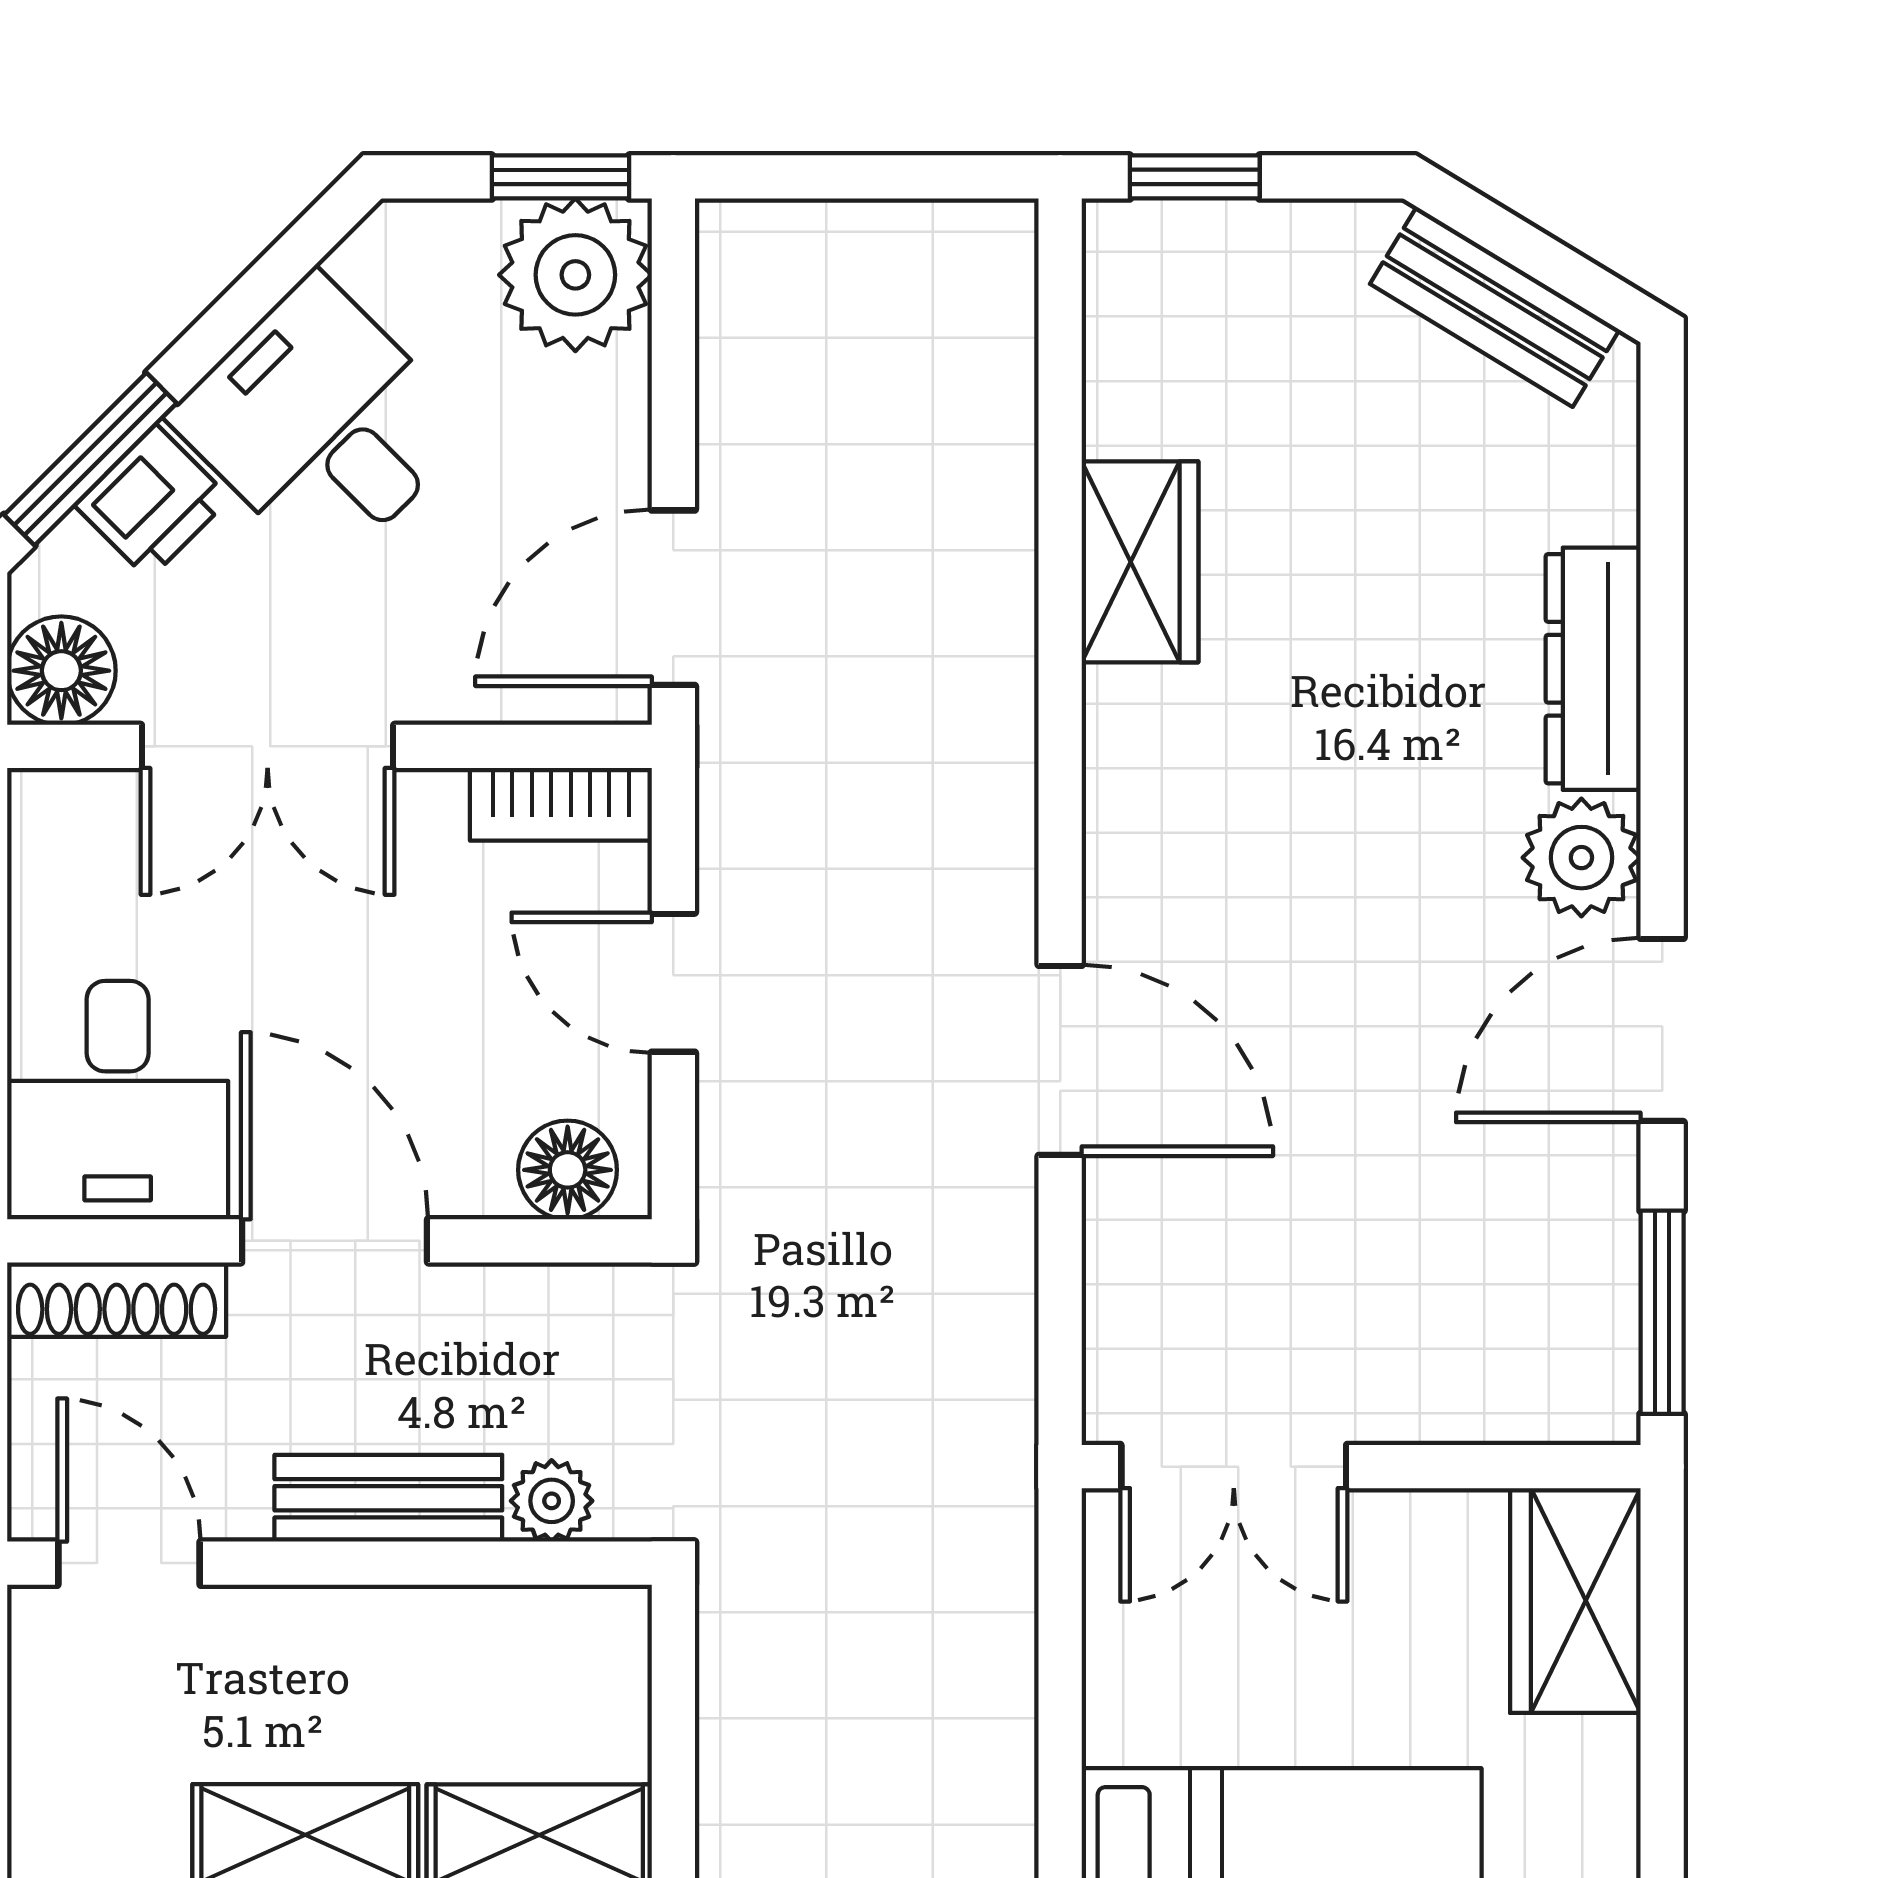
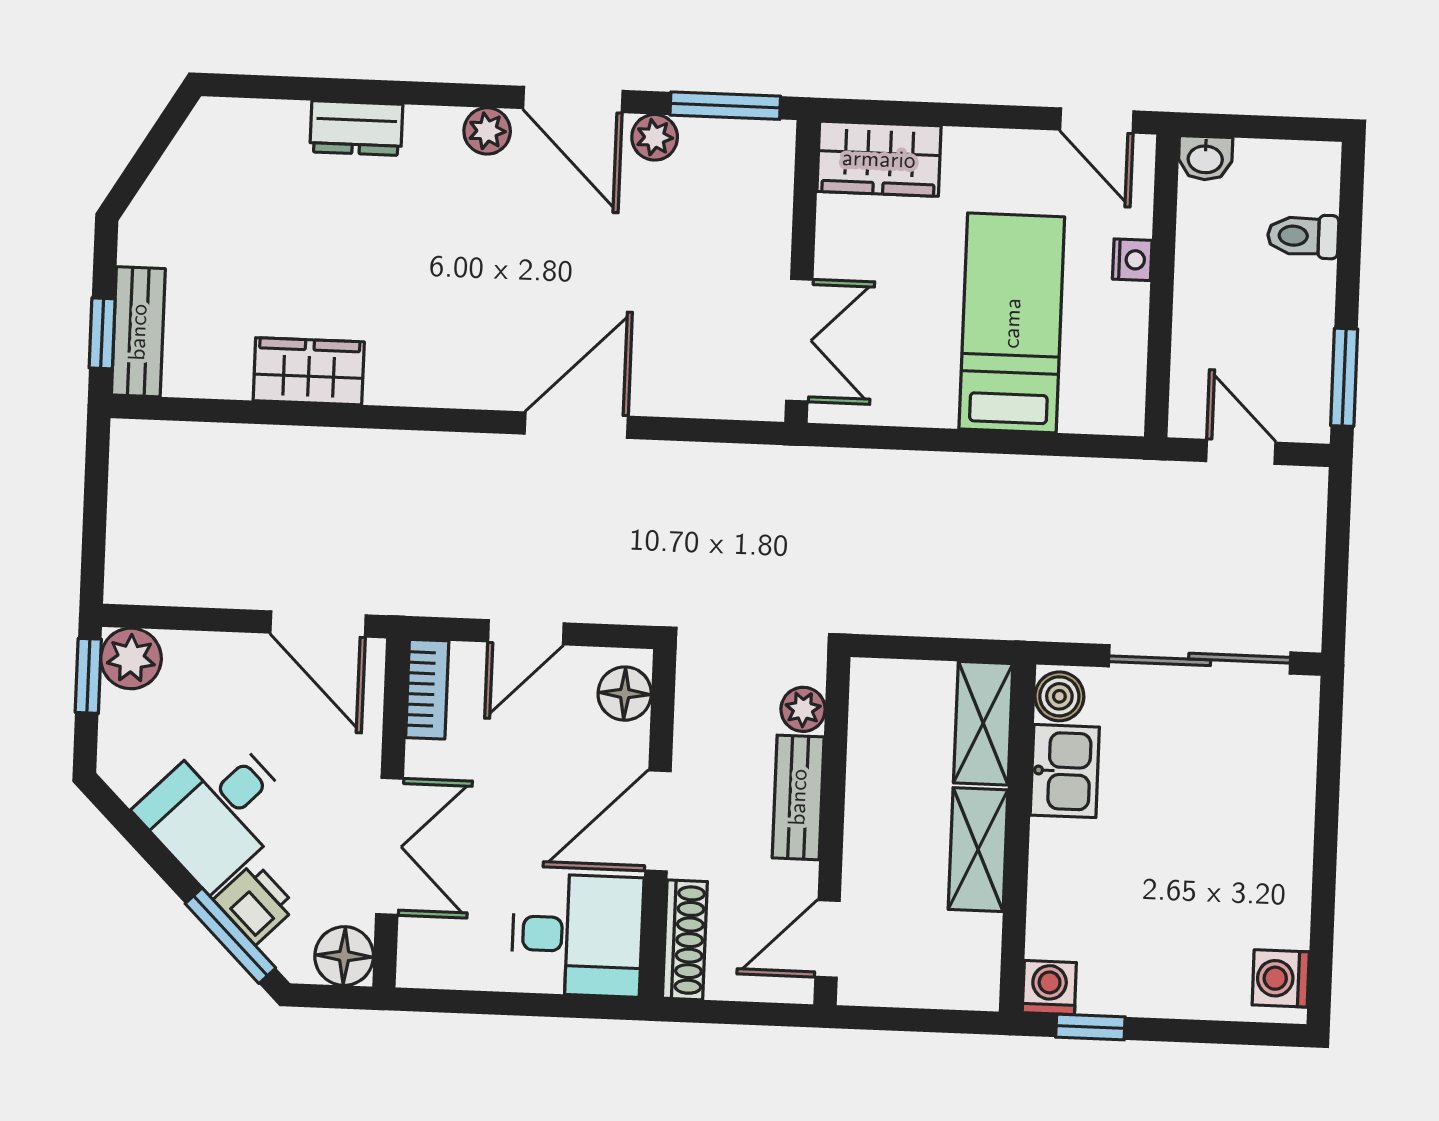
plant: (575, 275) -> (131, 658), width x0.73, depth x0.73
bench: (1495, 307) -> (138, 332), moved, turned -31
dresser: (1593, 669) -> (356, 128), width x0.70
plant: (1581, 858) -> (487, 131), width x0.73, depth x0.73
plant: (1598, 1184) -> (655, 137), added

